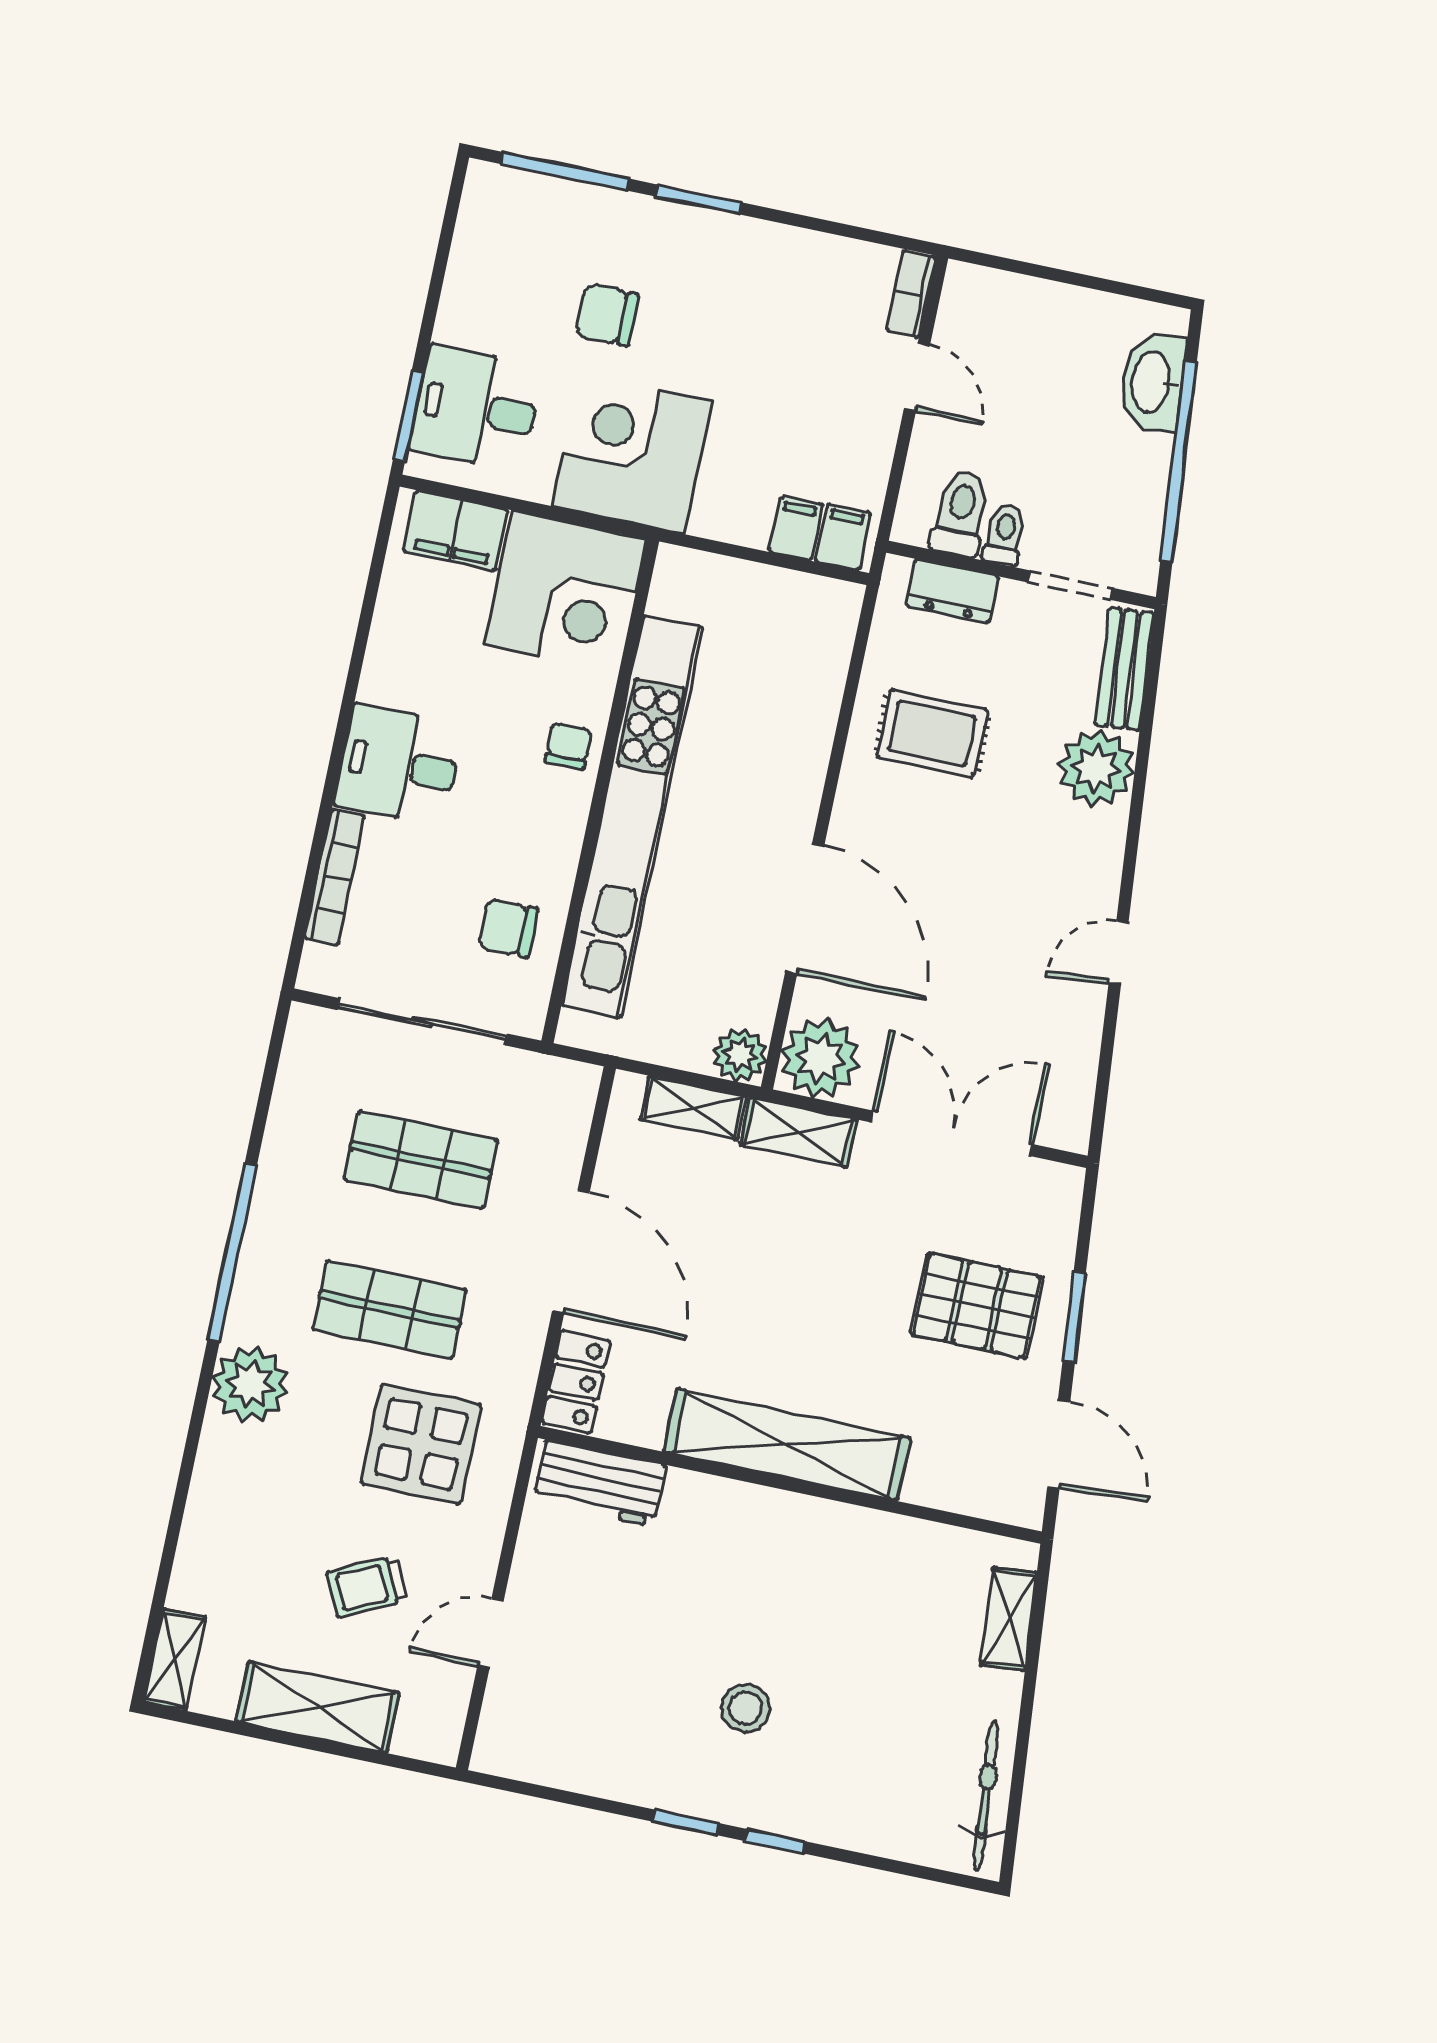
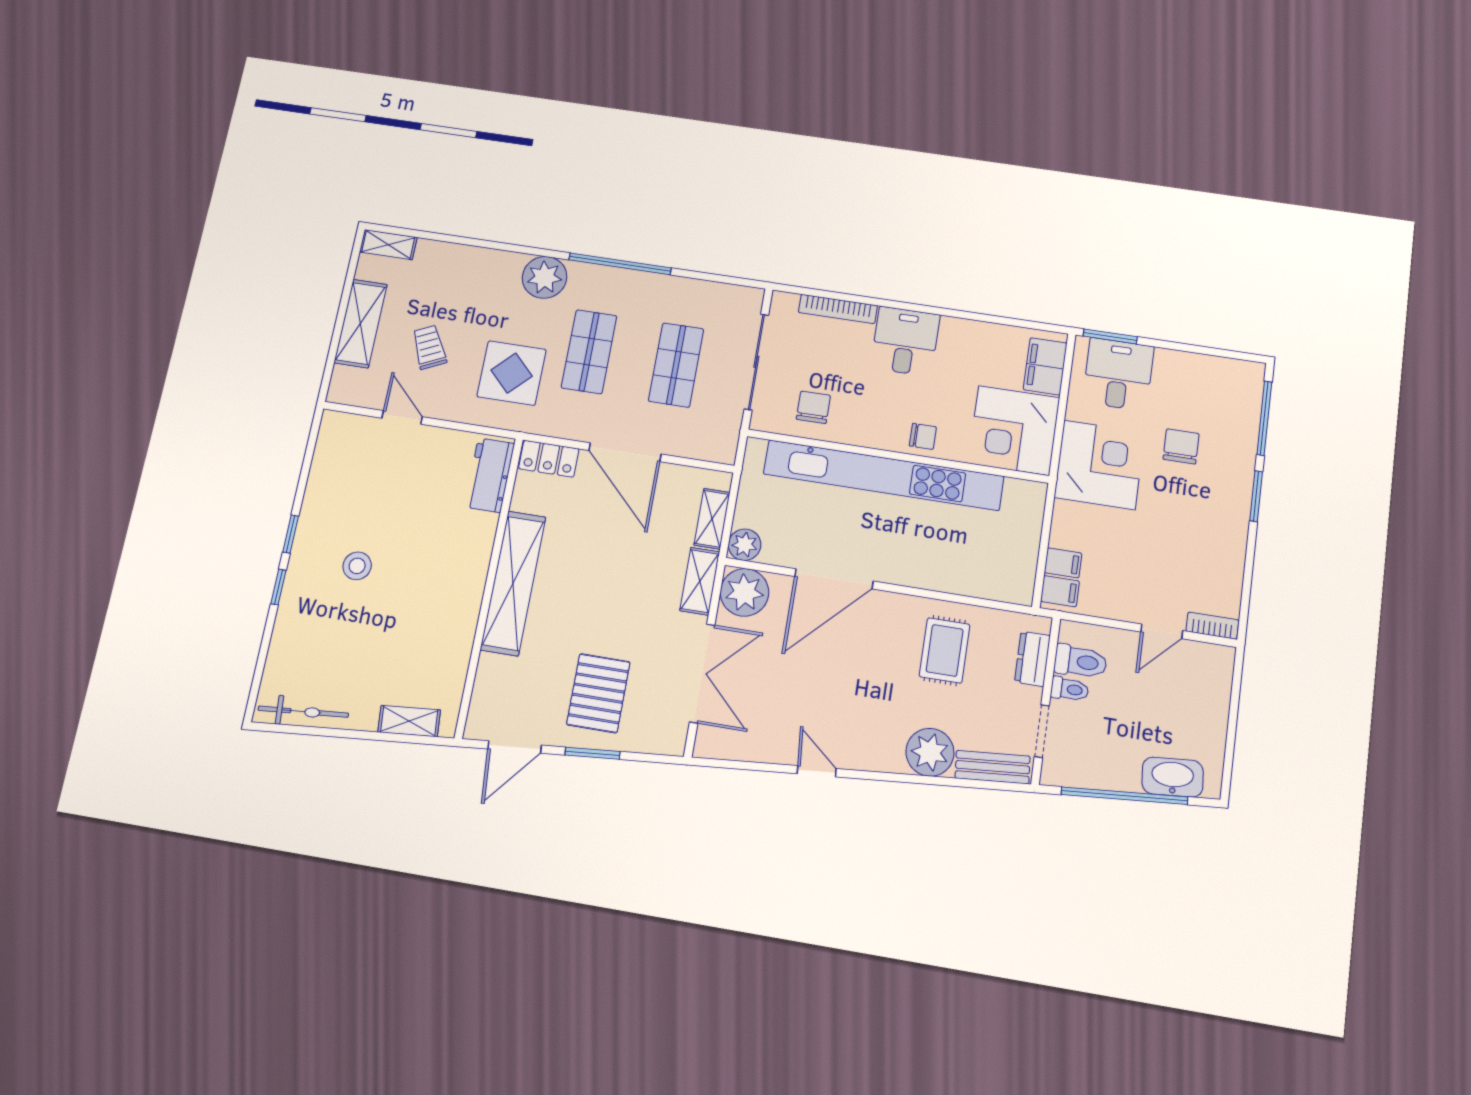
door: (571, 1252) -> (625, 452), hinge flipped

